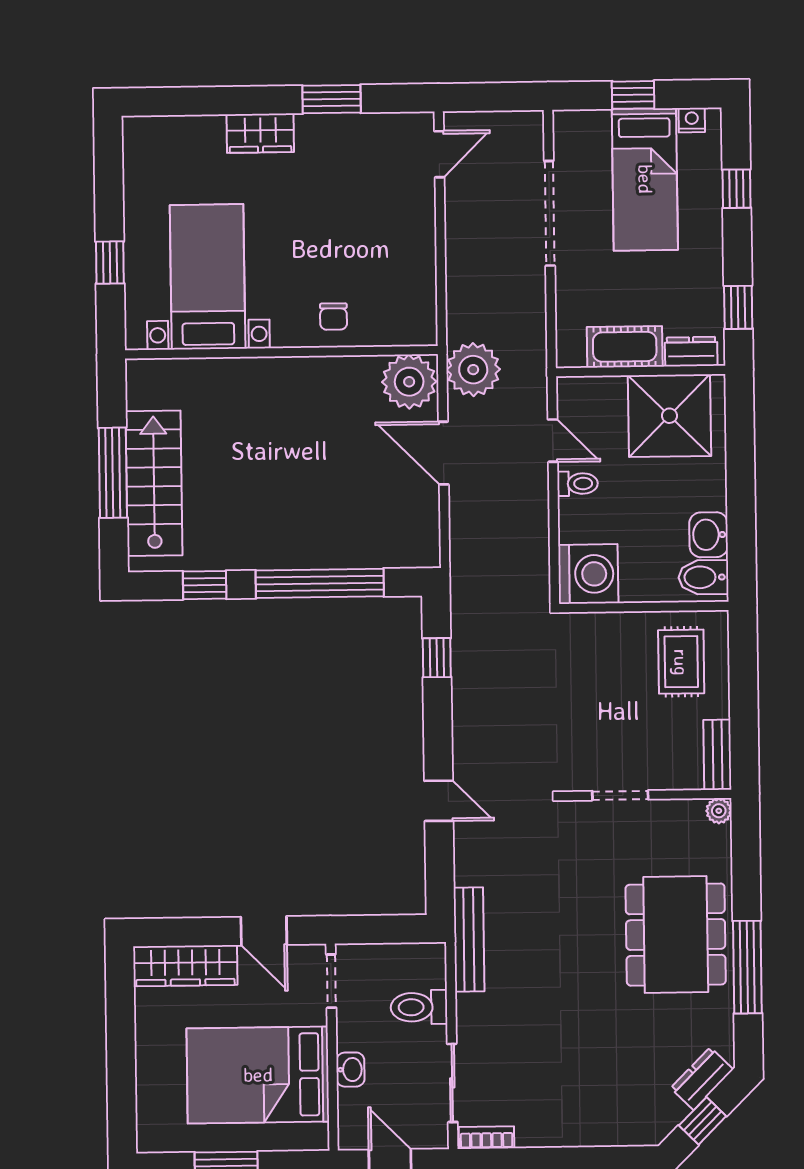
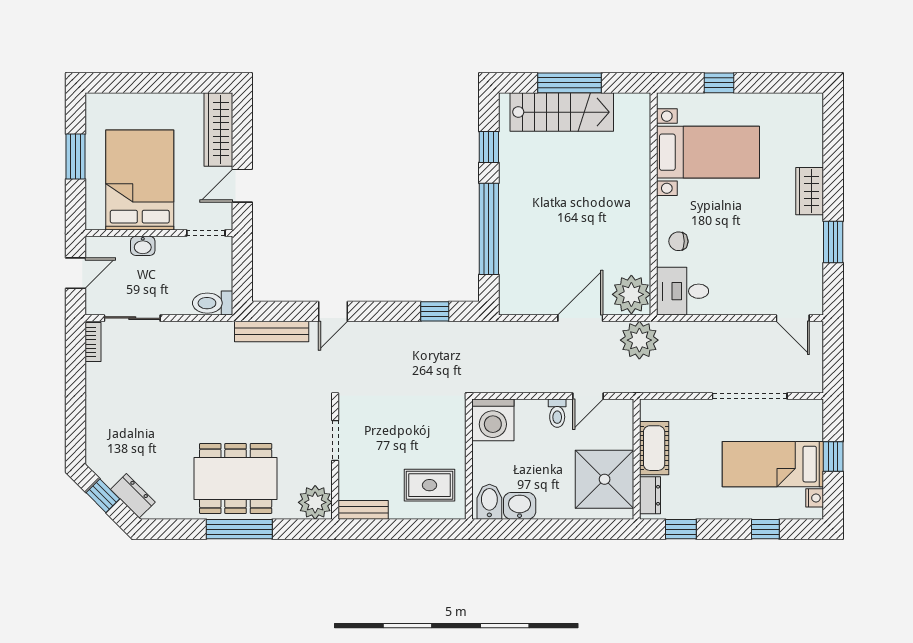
desk: (403, 310) -> (683, 291), added
plant: (719, 811) -> (315, 502), width x1.88, depth x1.88
bench: (469, 940) -> (272, 331), moved
window: (747, 967) -> (239, 529), moved
toilet: (419, 1007) -> (213, 303), moved, turned -90

